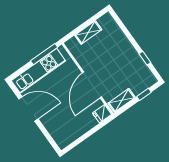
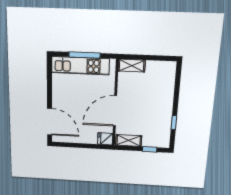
shelving: (88, 32) -> (132, 66), moved
window: (44, 54) -> (85, 55), moved
door: (28, 109) -> (50, 122), moved

